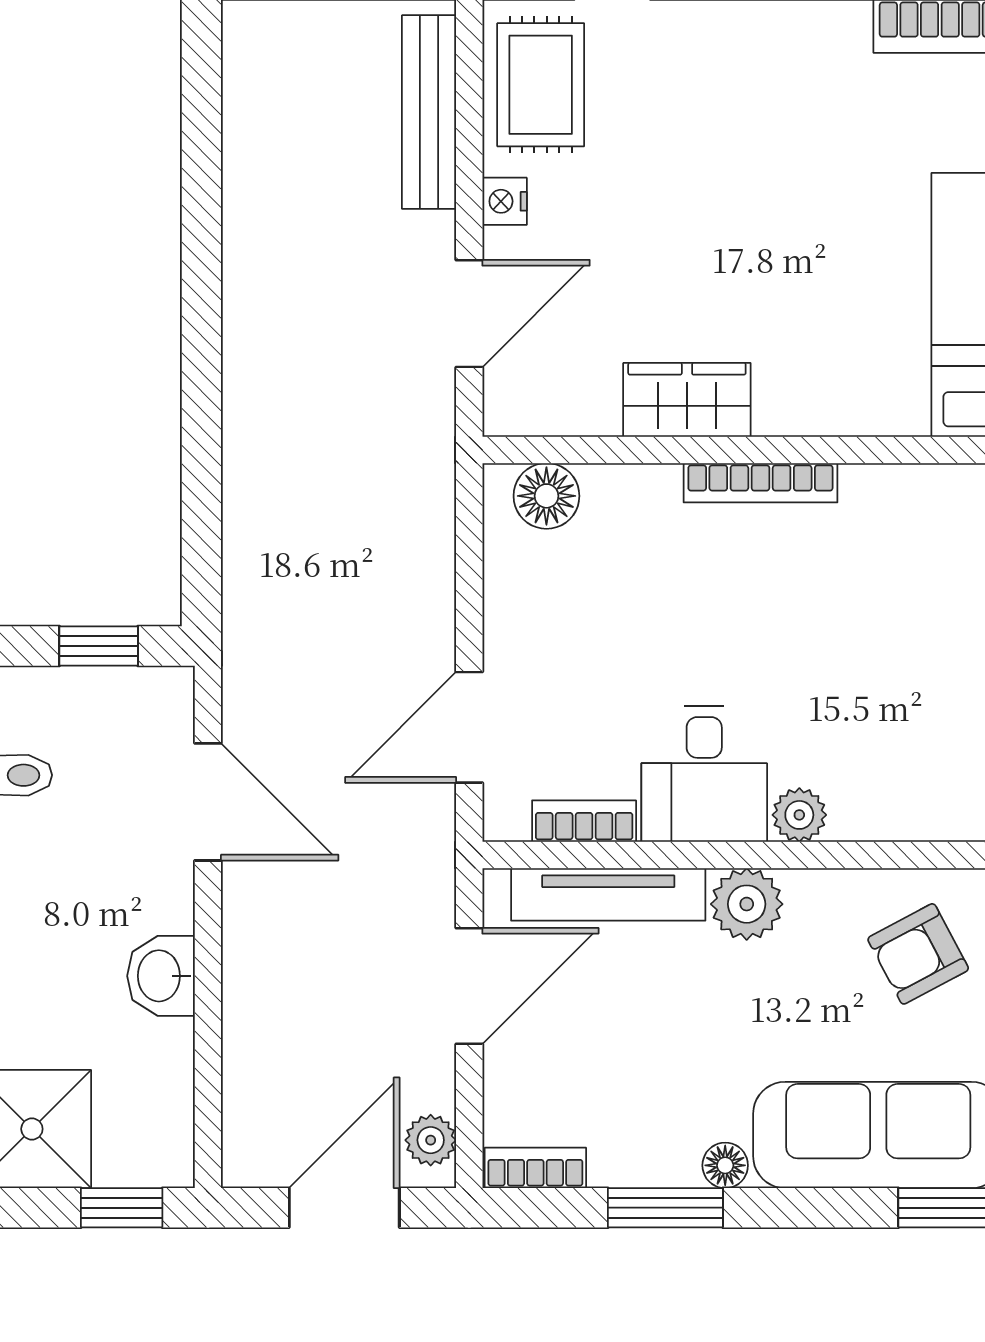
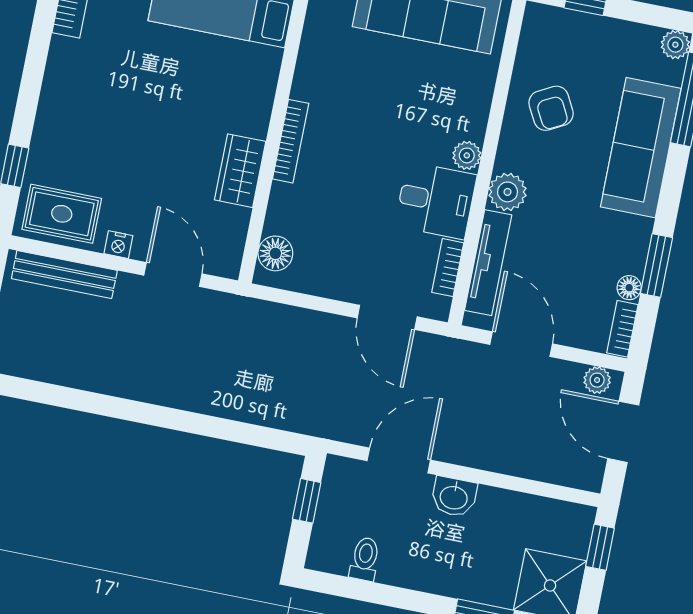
washbasin: (161, 976) -> (454, 497), moved
floor lamp: (725, 1165) -> (629, 288), moved

